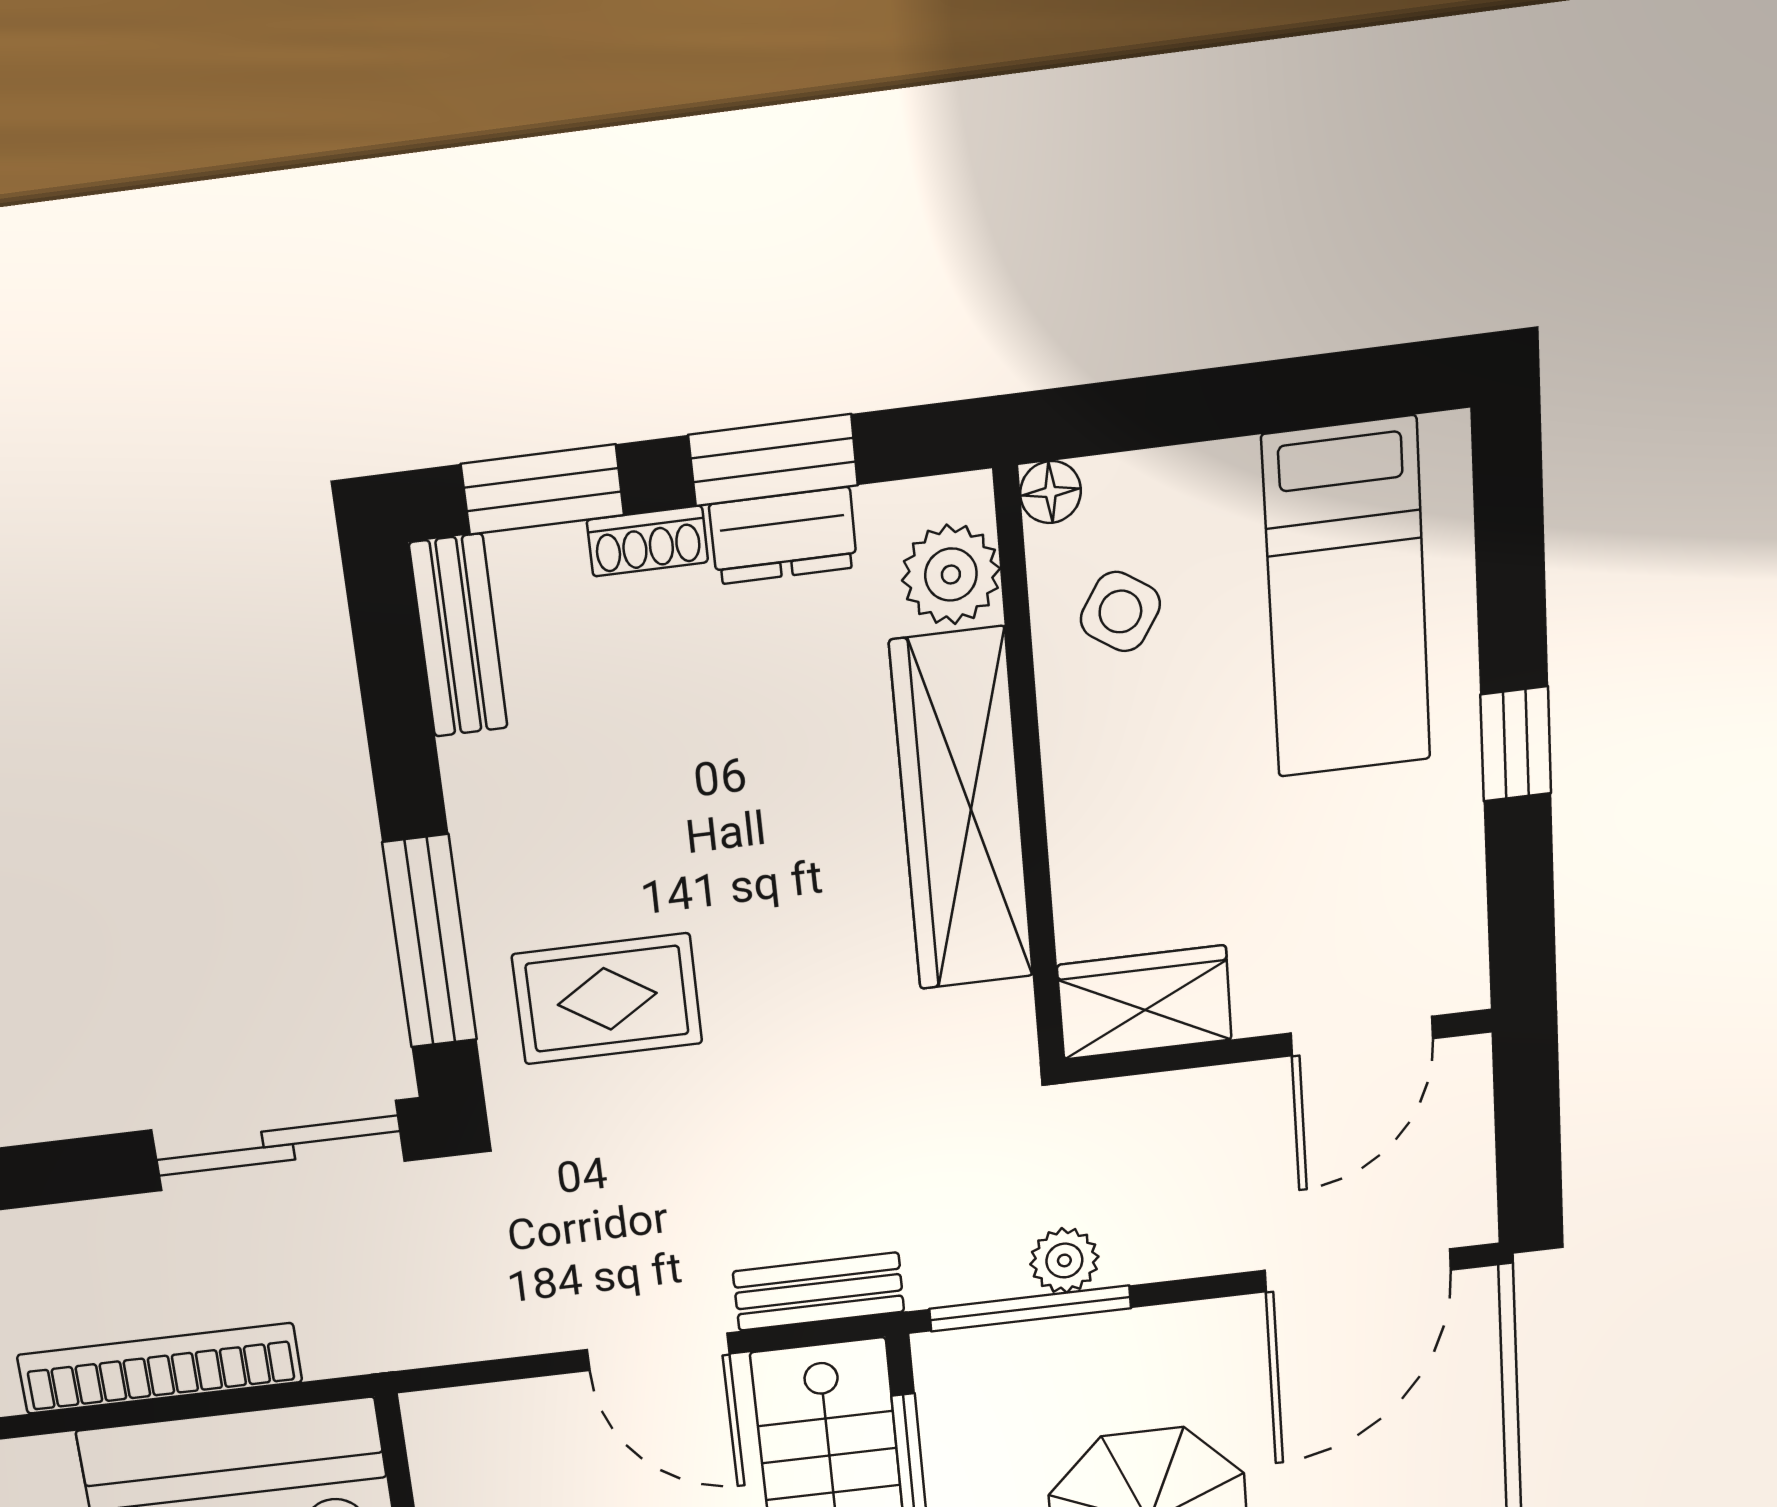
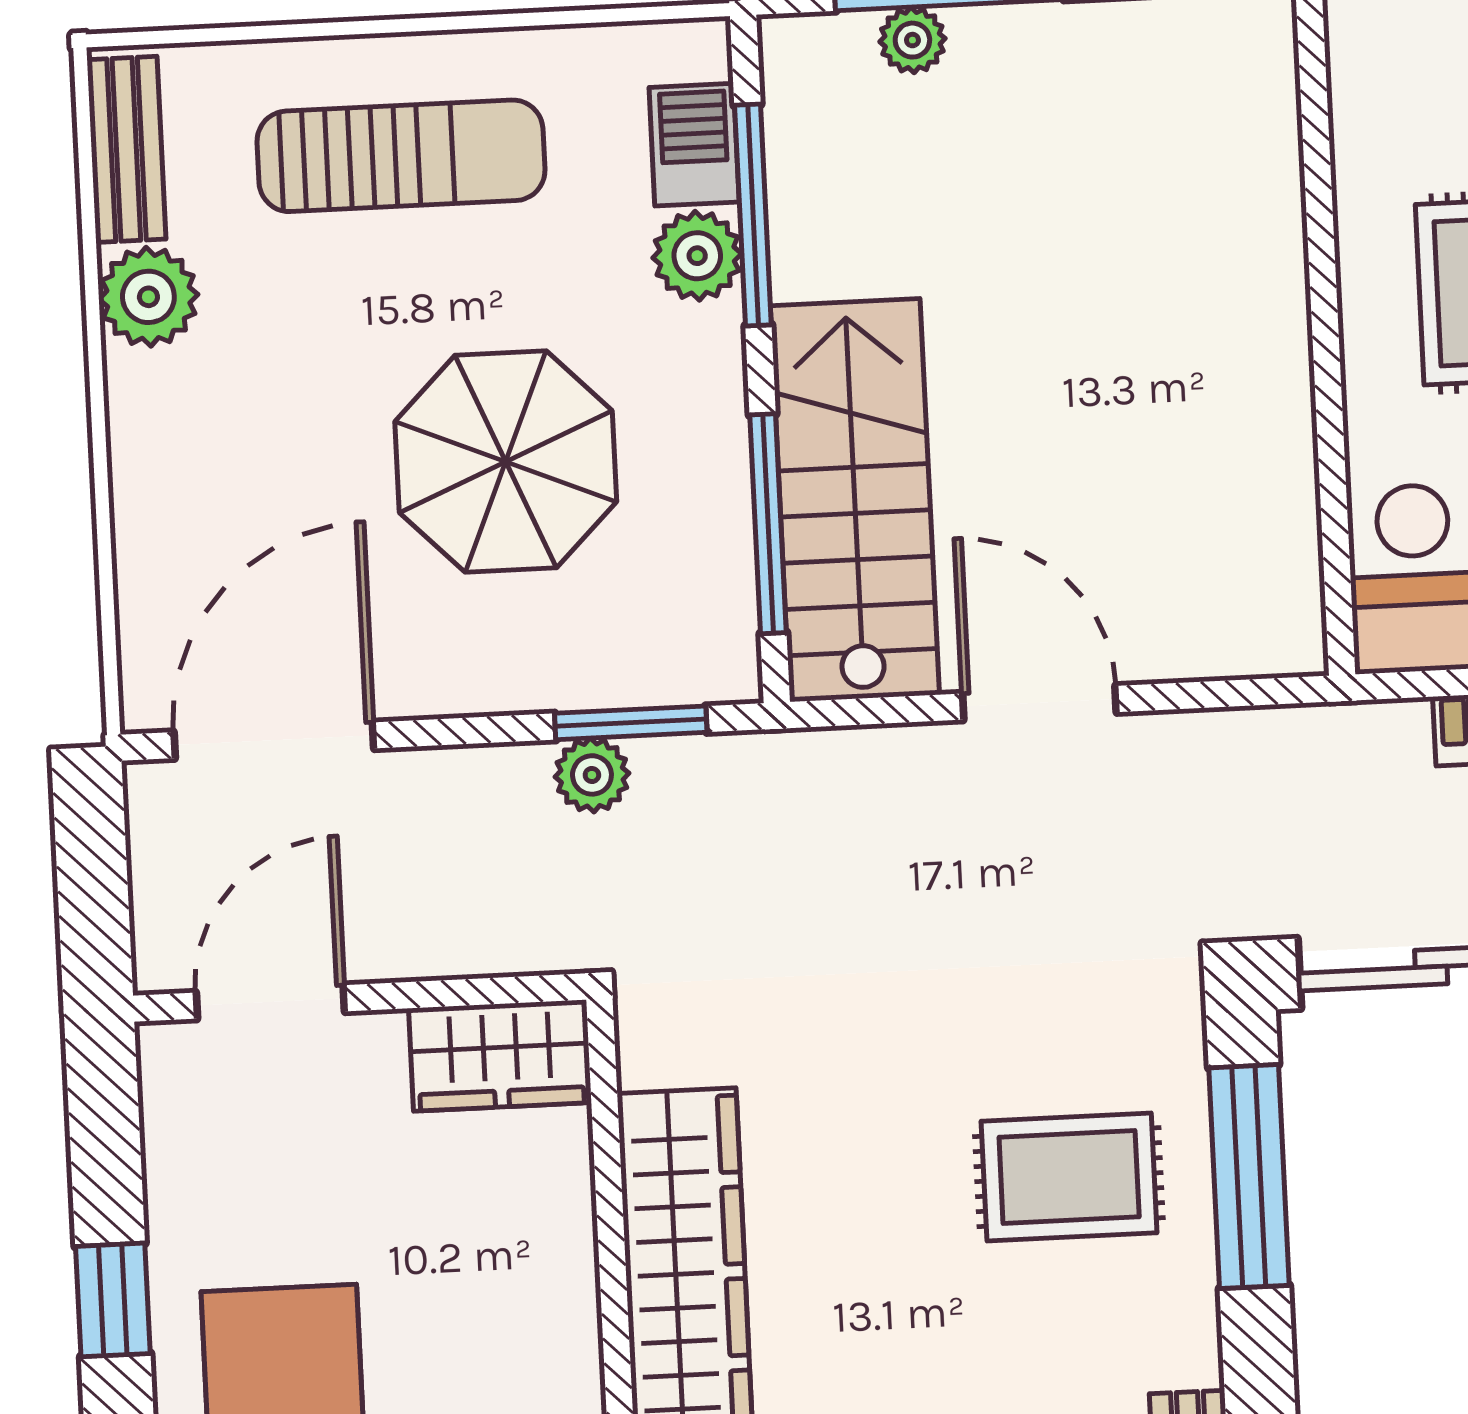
rug: (607, 999) -> (1069, 1177), moved
bench: (819, 1292) -> (860, 759), removed
window: (1030, 1308) -> (631, 723), width x0.69

